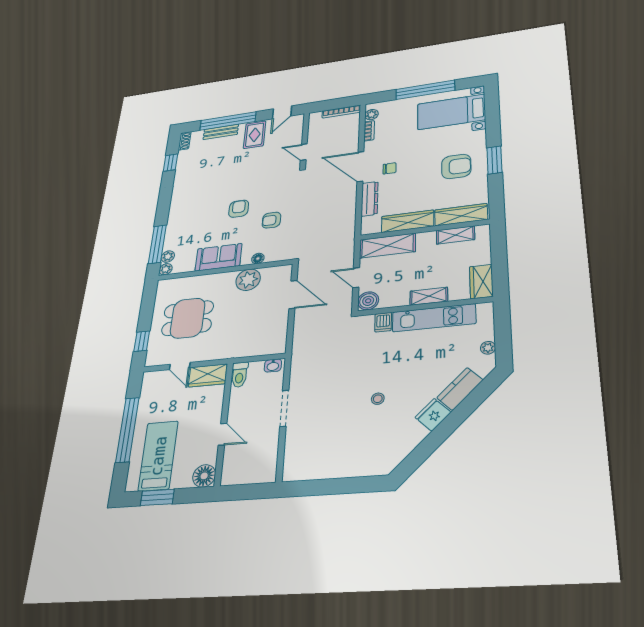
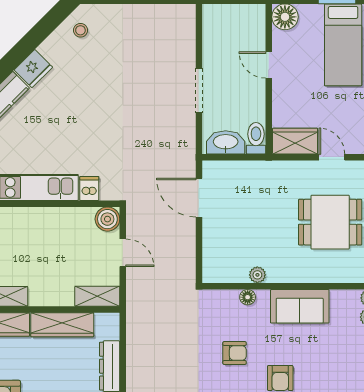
shelving: (387, 246) -> (97, 296), width x0.67, depth x0.75
plant: (248, 280) -> (257, 275), width x0.53, depth x0.53
door: (293, 295) -> (199, 198), moved
shelving: (429, 296) -> (37, 216), removed
washbasin: (273, 366) -> (226, 142), width x1.91, depth x1.45
stool: (378, 399) -> (80, 30), moved

